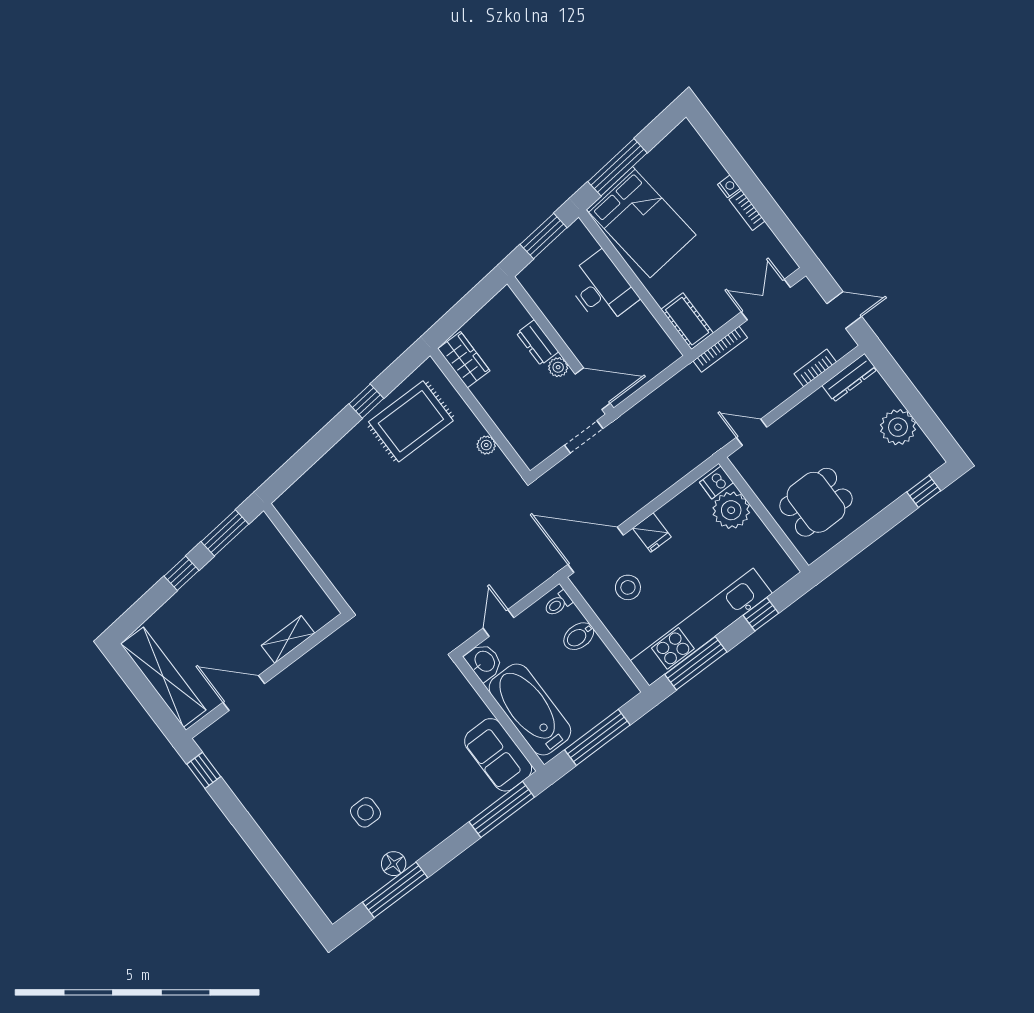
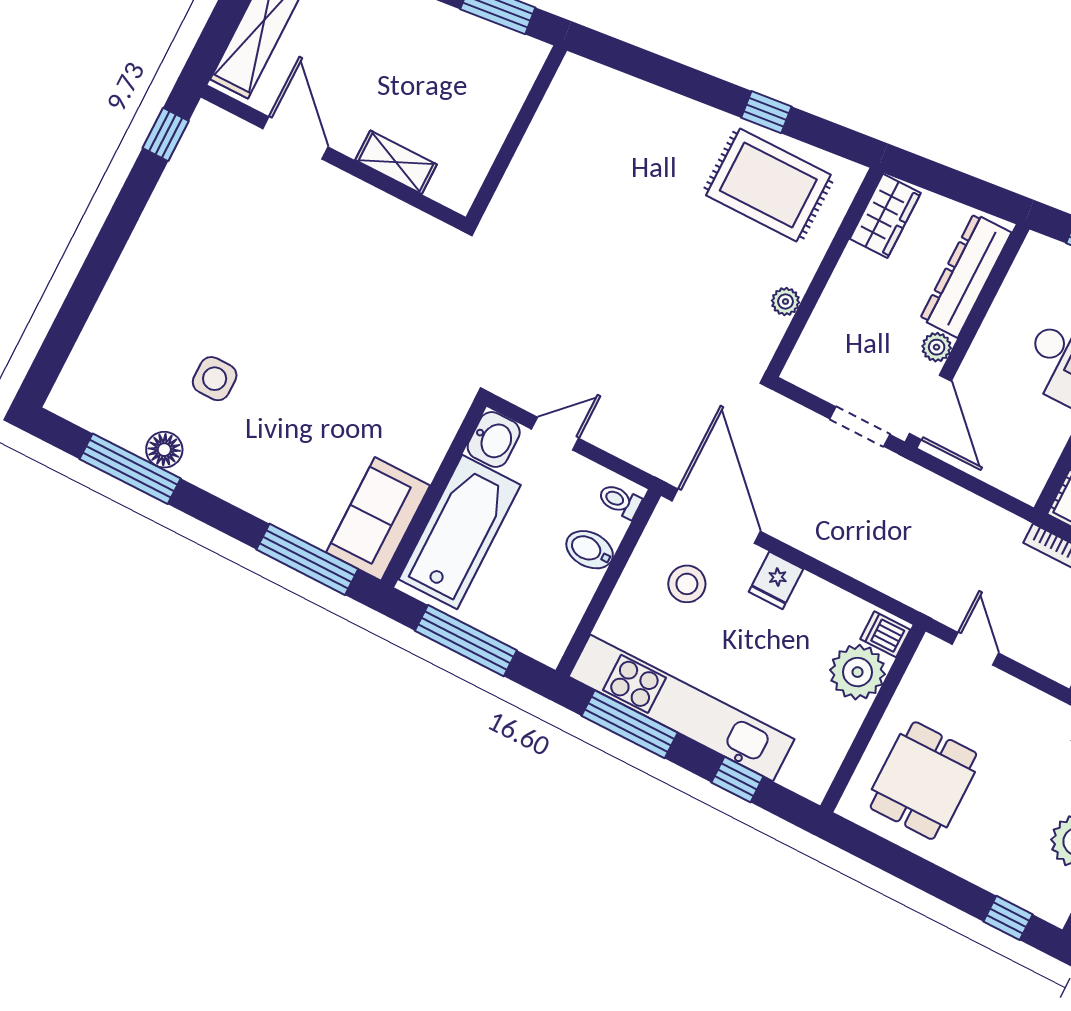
dresser: (538, 343) -> (966, 276), width x1.96, depth x1.24
dining table: (816, 502) -> (923, 781), turned 90

